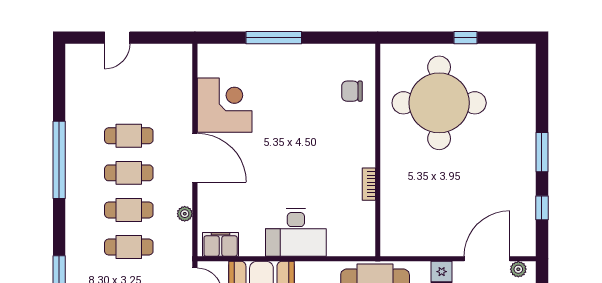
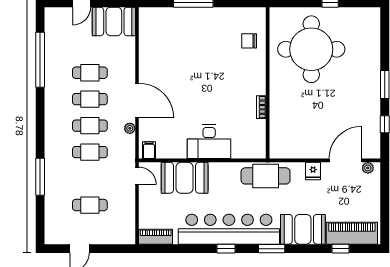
booth: (162, 64) -> (114, 21), added
corner desk: (225, 105) -> (158, 51), removed
door: (195, 158) -> (137, 101), moved
window: (59, 160) -> (40, 60), moved
filing cabinet: (221, 244) -> (149, 150), width x0.50

